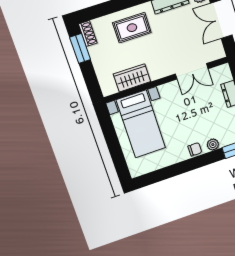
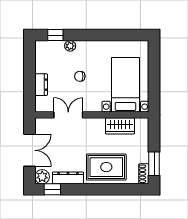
rug: (132, 28) -> (106, 167), width x1.36, depth x1.43
chair: (195, 149) -> (80, 76), moved

